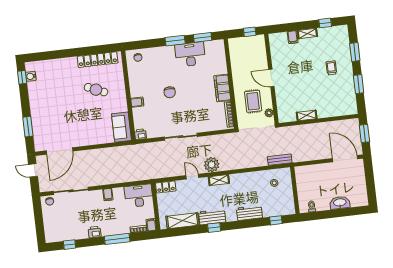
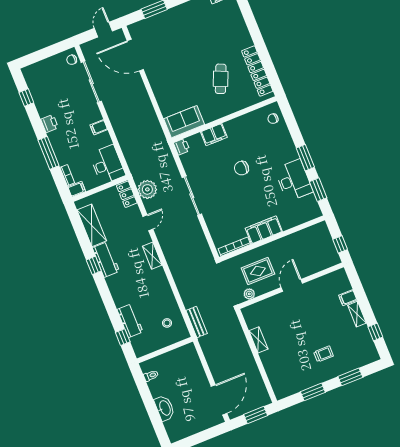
filing cabinet: (137, 102) -> (214, 135), width x2.00
plant: (212, 165) -> (147, 189), moved
workbench: (249, 213) -> (130, 321), moved

